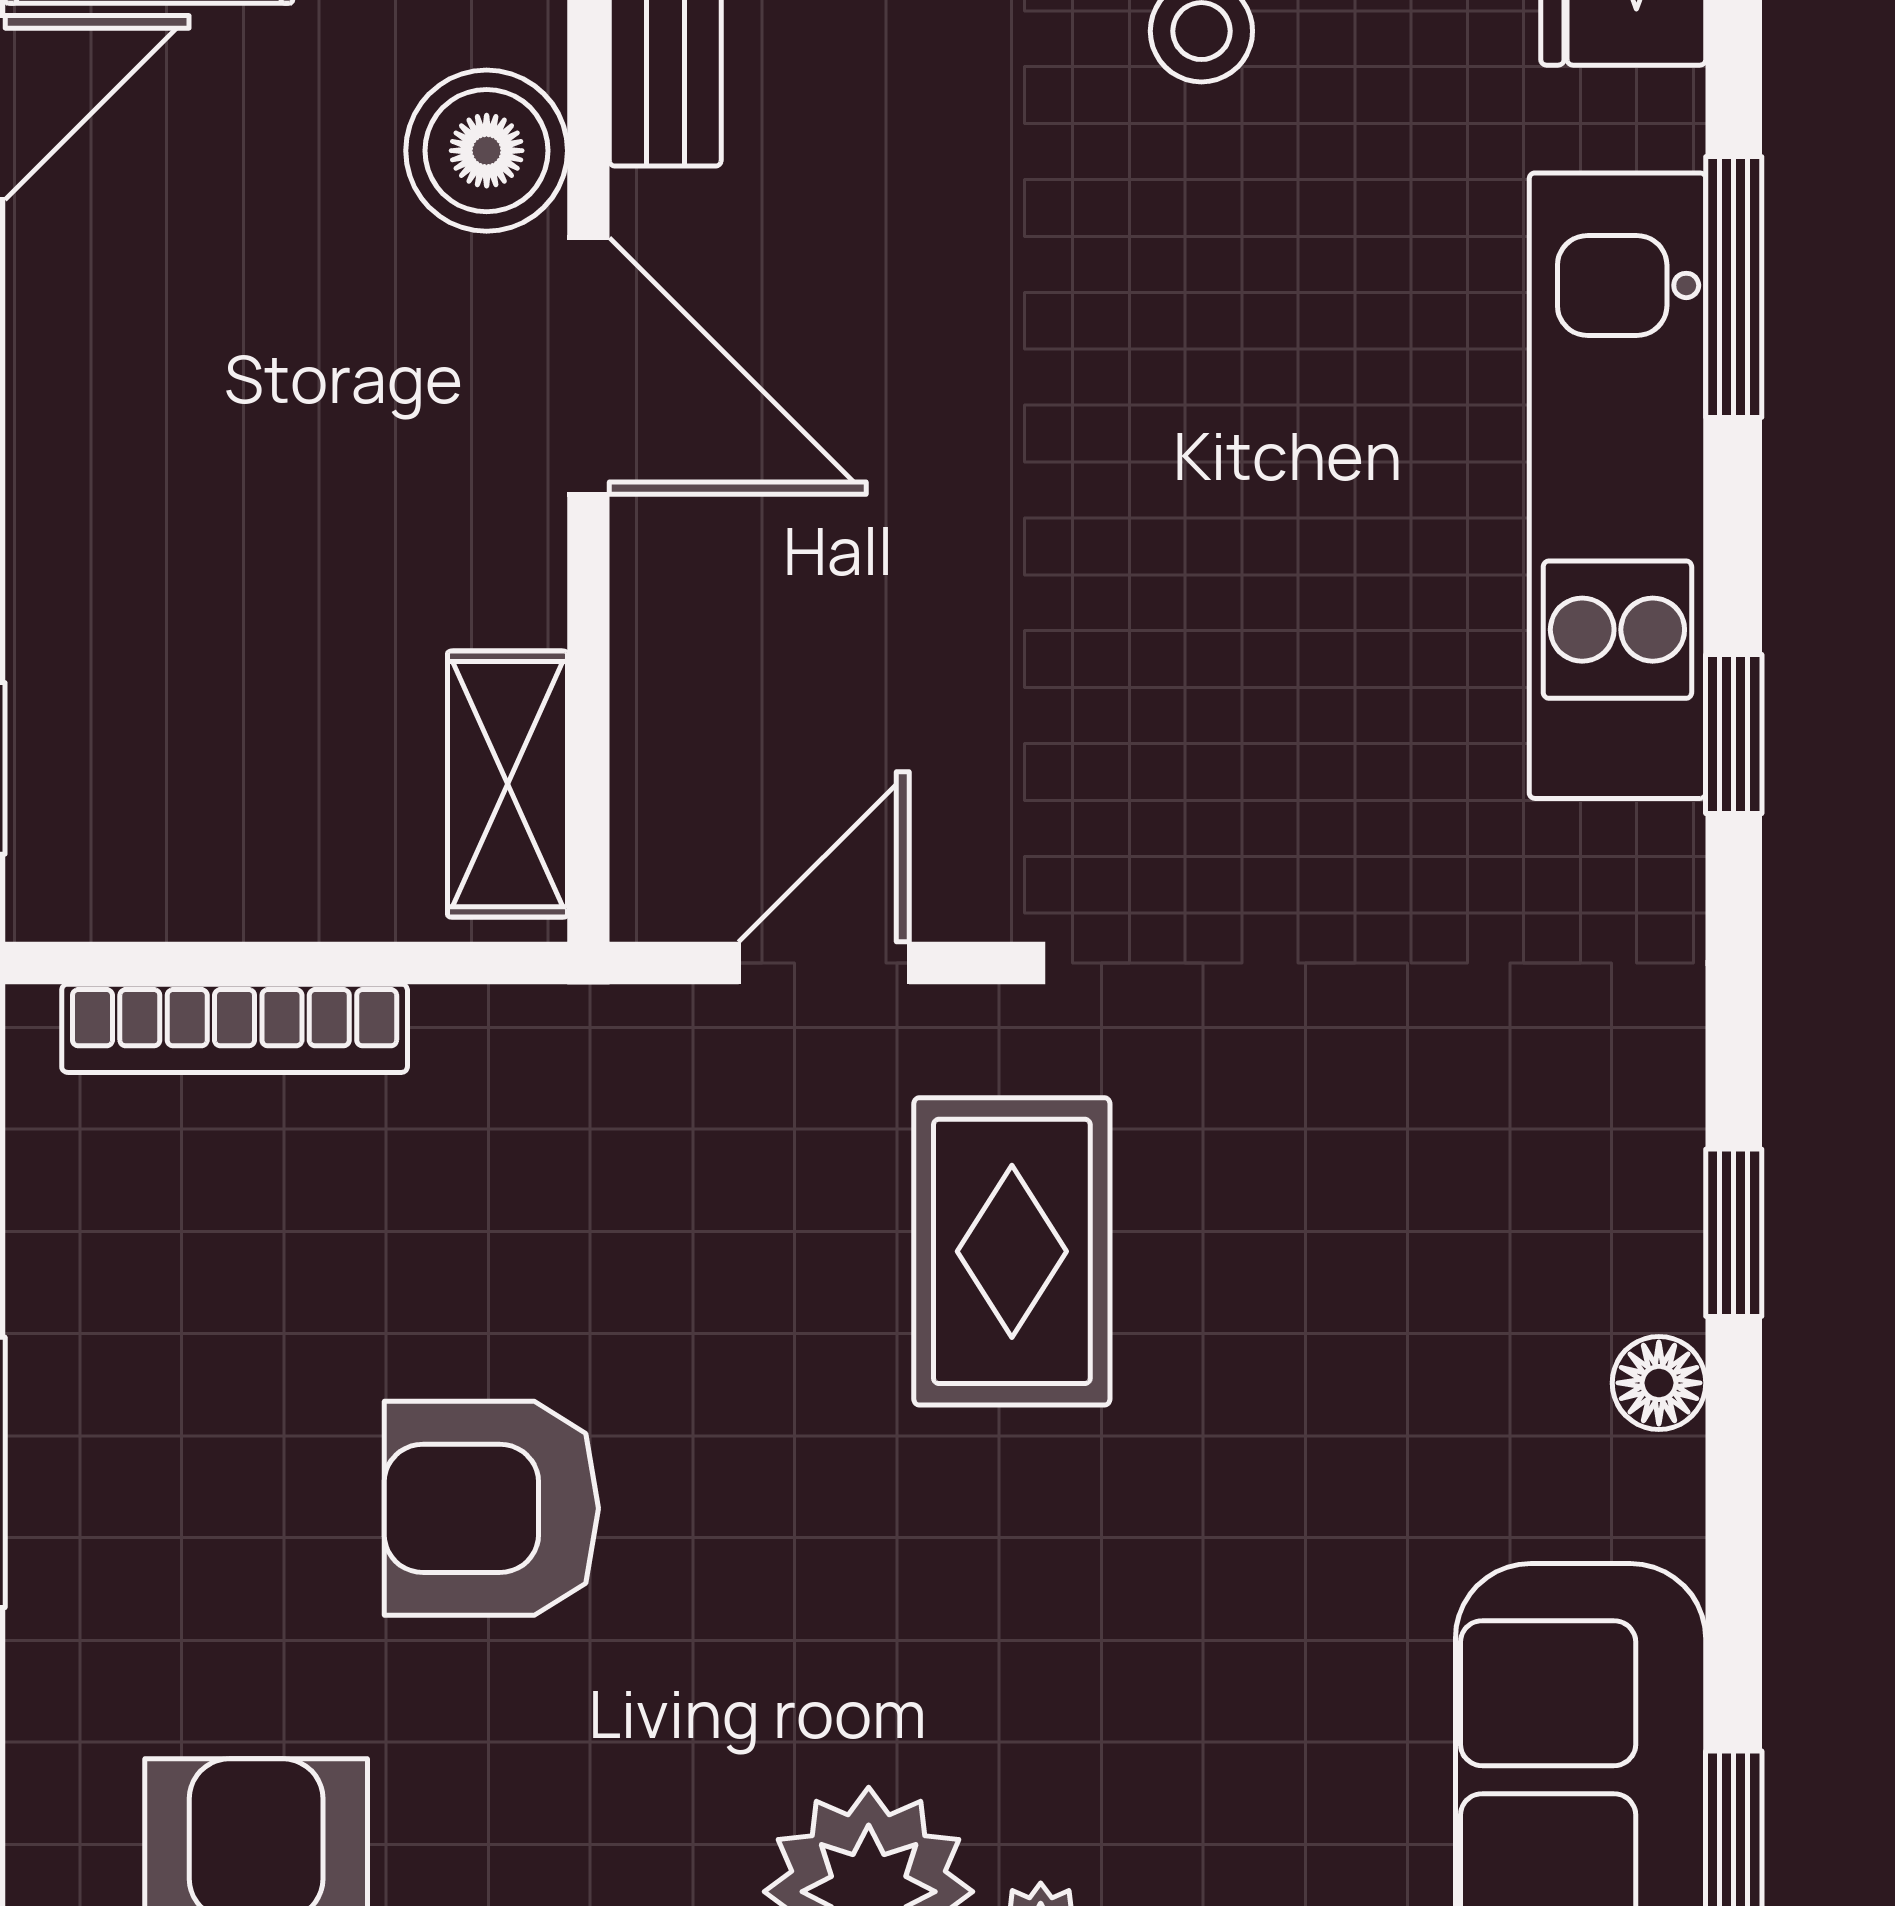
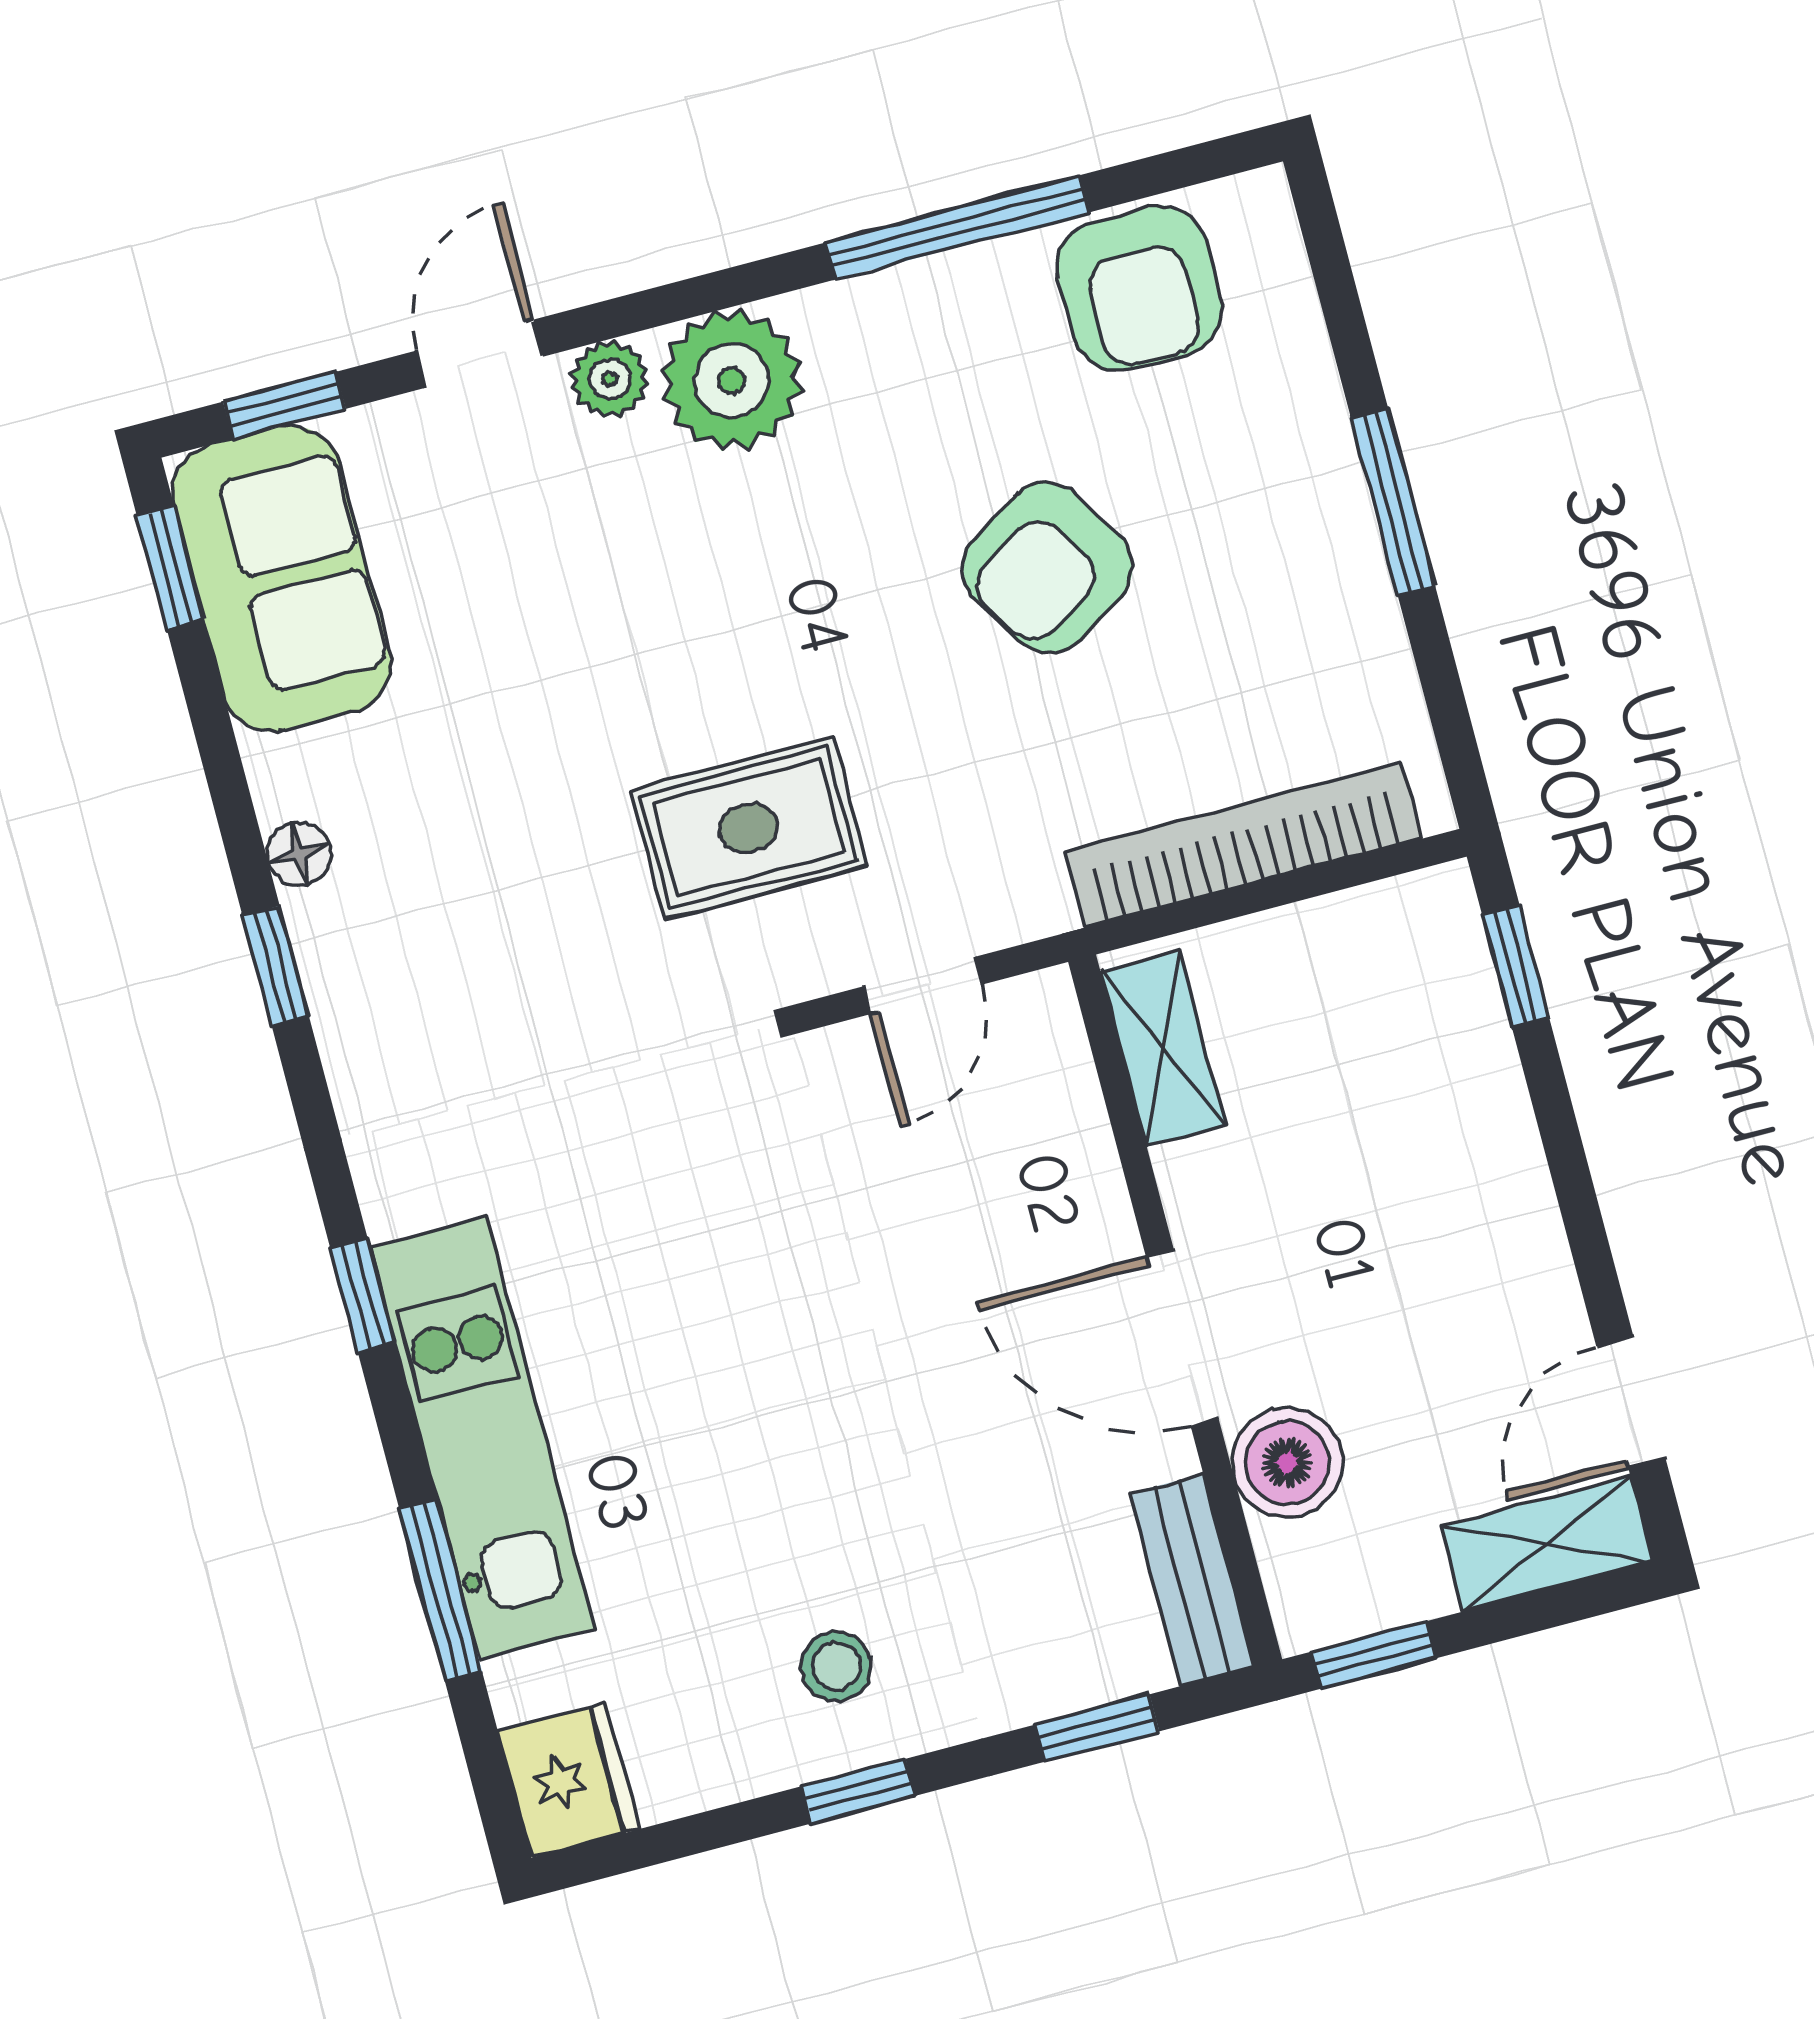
bookcase: (235, 1028) -> (1243, 845), width x1.48, depth x1.31
rug: (1012, 1251) -> (749, 828), turned 90
armchair: (491, 1508) -> (1047, 568), turned 148

